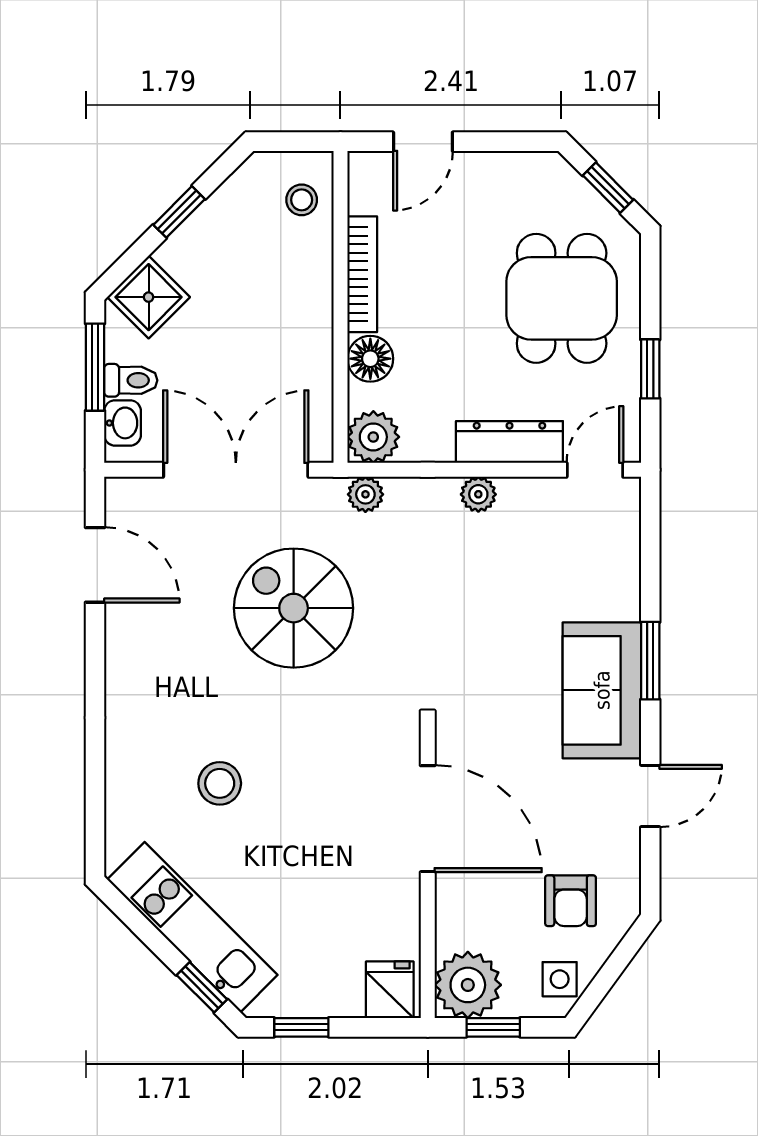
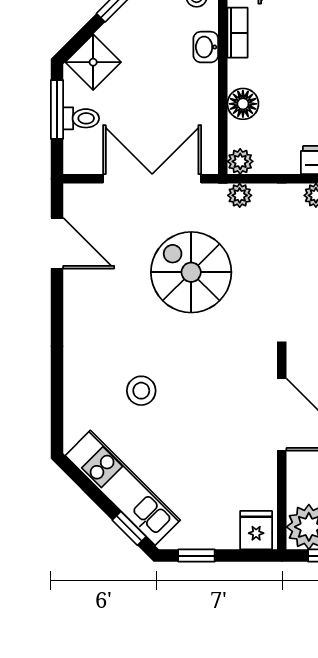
bookcase: (362, 274) -> (238, 33), width x0.64
washbasin: (123, 423) -> (206, 47), moved, turned 180
plant: (373, 437) -> (240, 161), width x0.73, depth x0.73

